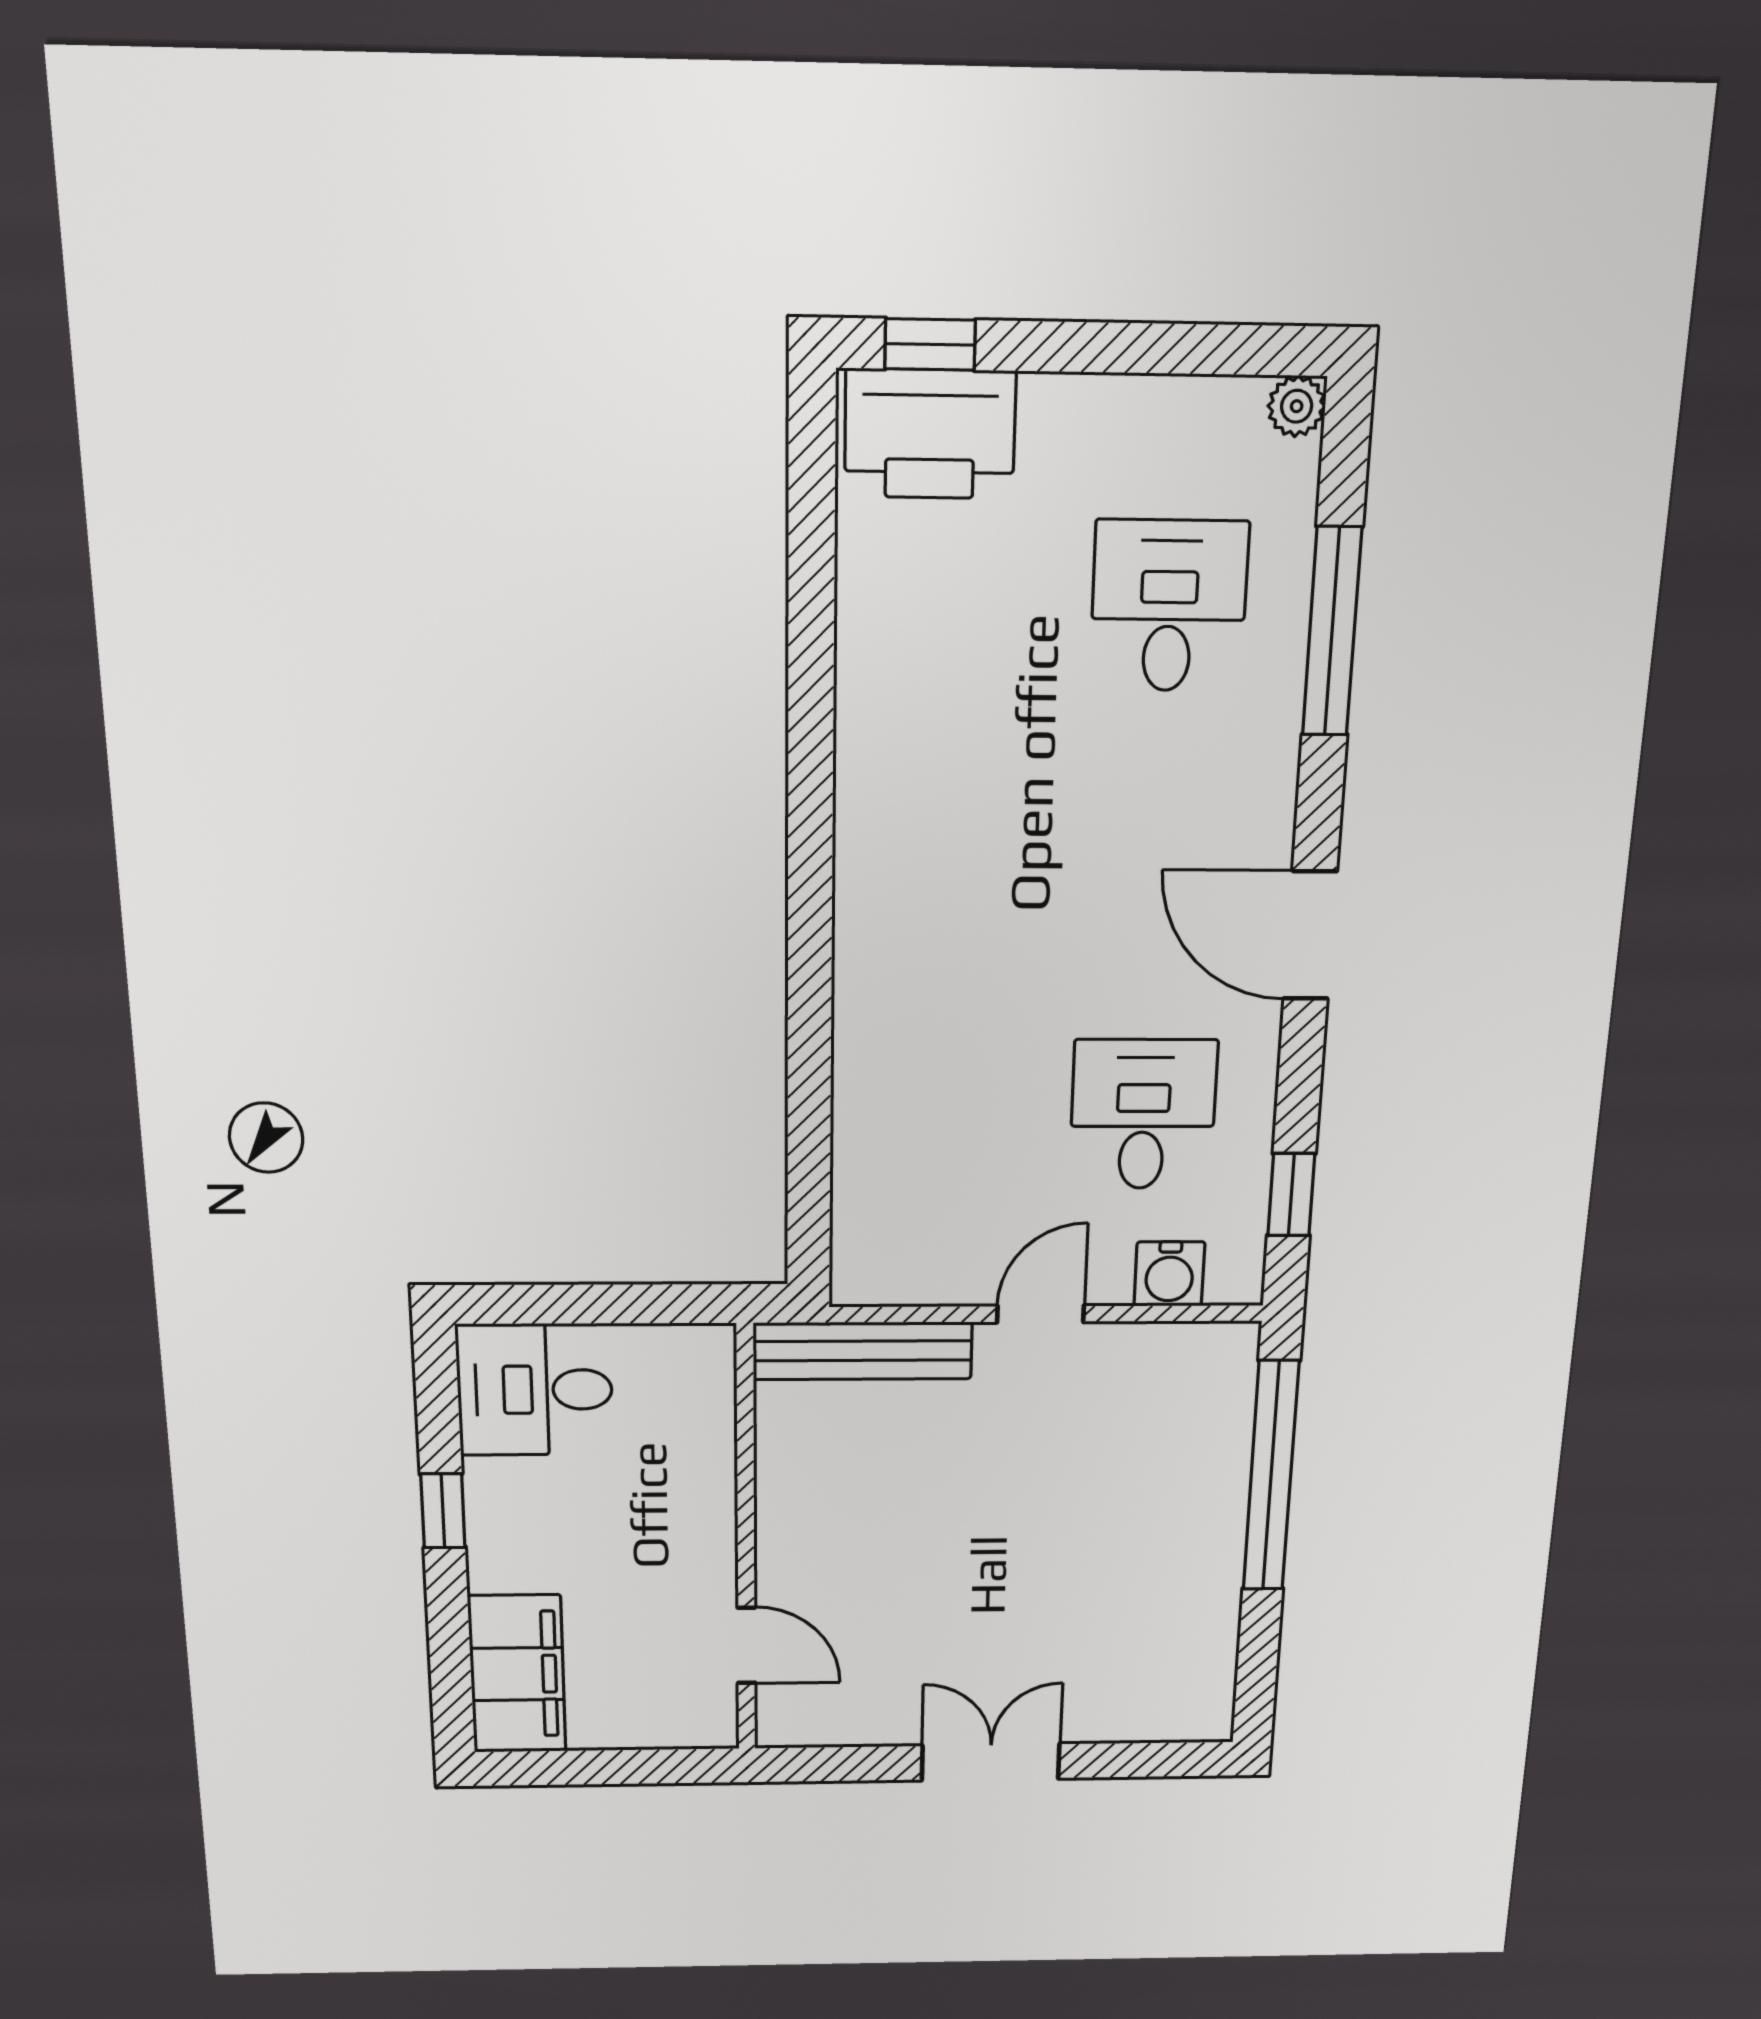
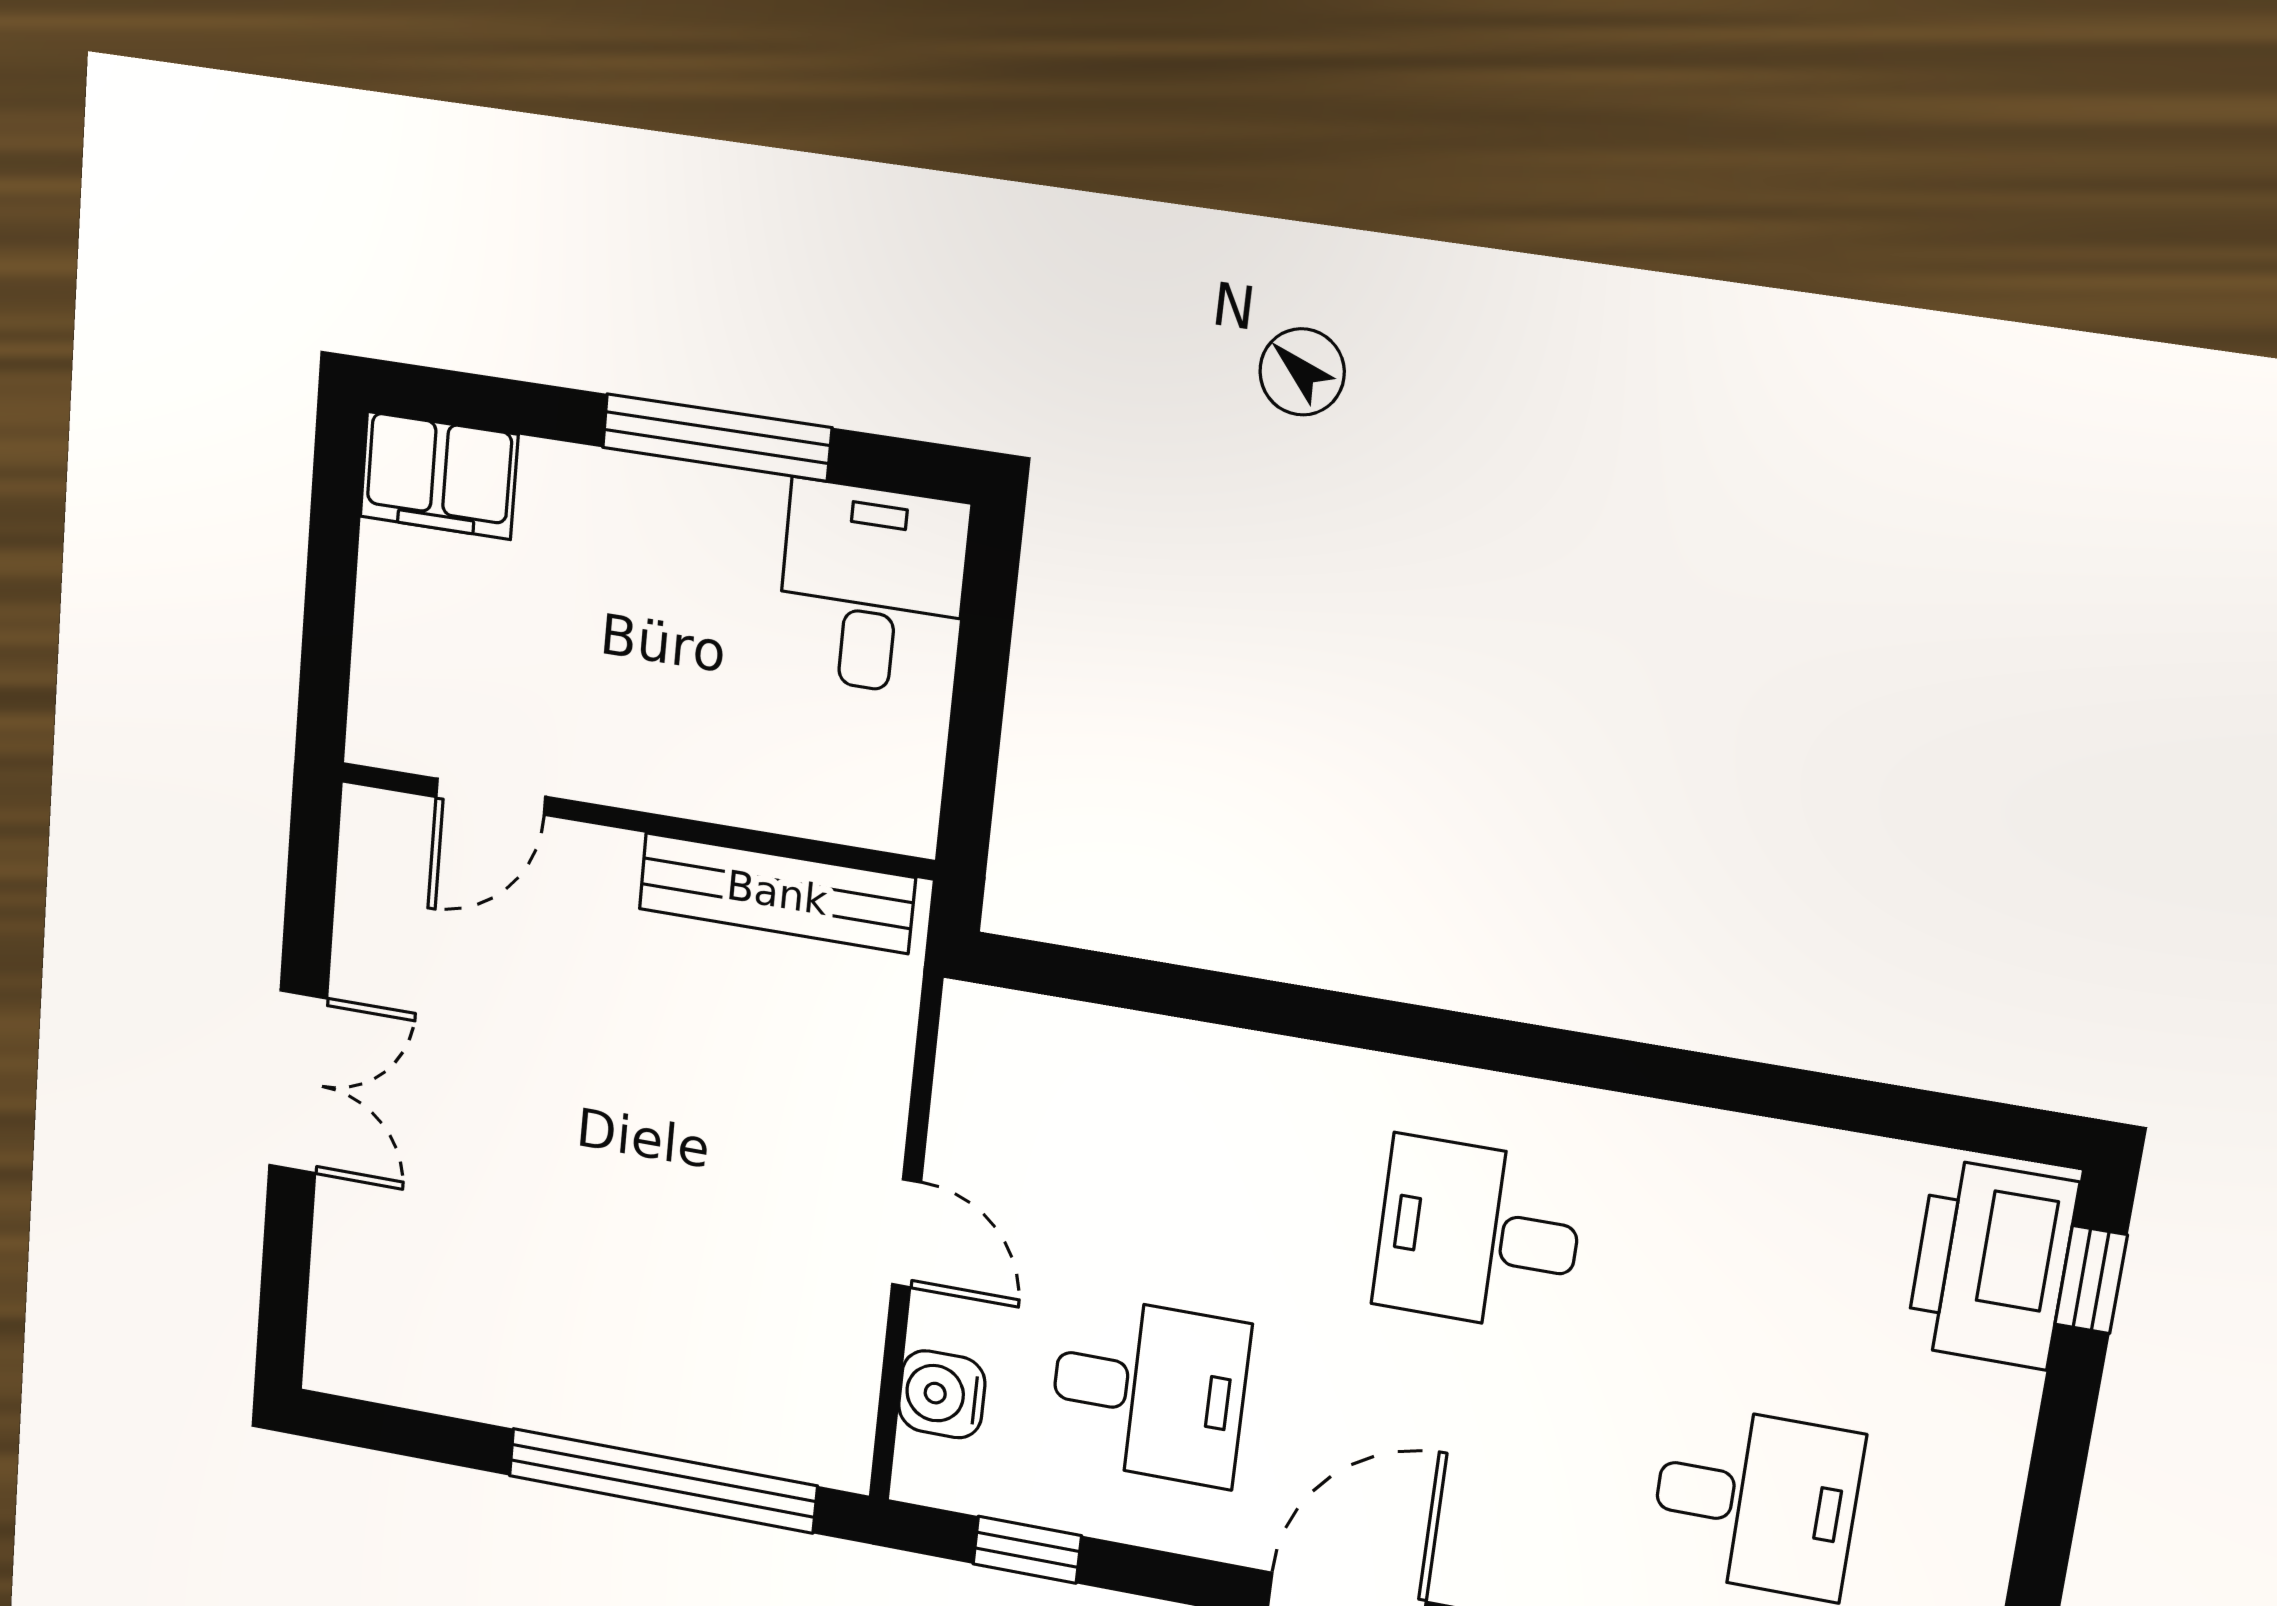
desk: (972, 868) -> (1479, 1235), added
bench: (863, 1351) -> (777, 893), moved, turned 90
window: (443, 1511) -> (717, 437), width x2.17
filing cabinet: (517, 1674) -> (439, 476), width x0.67, depth x0.86

